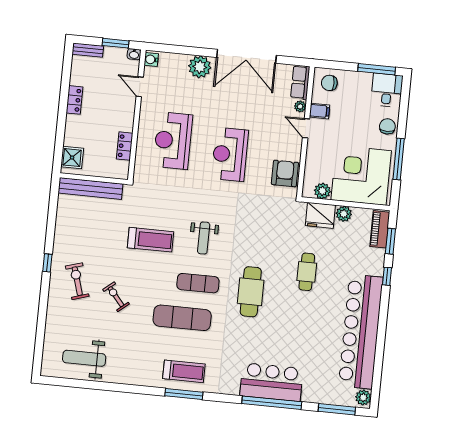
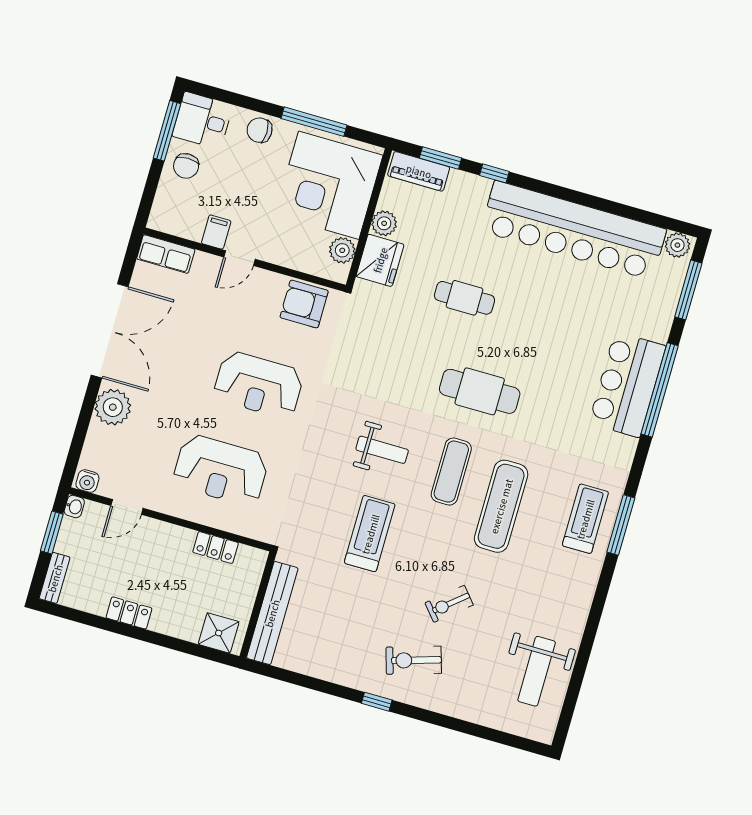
chair: (329, 83) -> (186, 166), moved
plant: (300, 106) -> (203, 261), removed

